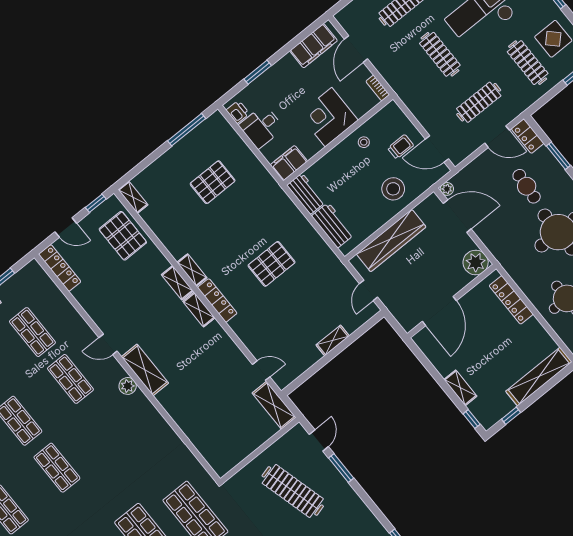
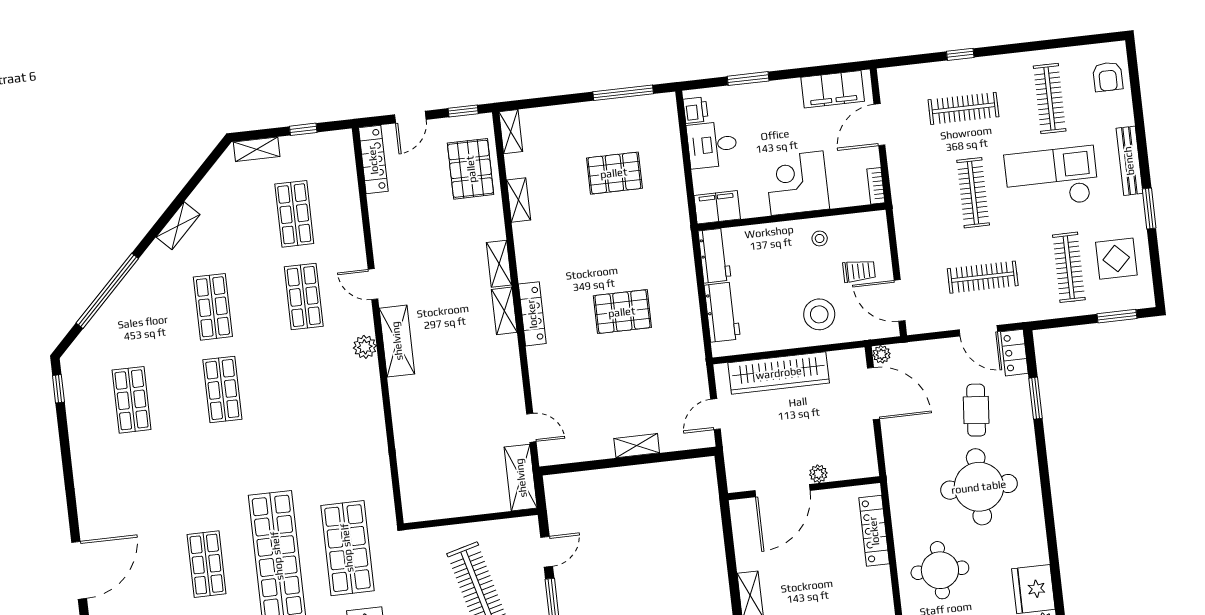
door: (66, 228) -> (410, 117), hinge flipped
plant: (476, 262) -> (818, 474), moved, width x0.53, depth x0.53
shelving: (192, 270) -> (519, 200), moved

